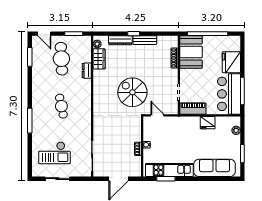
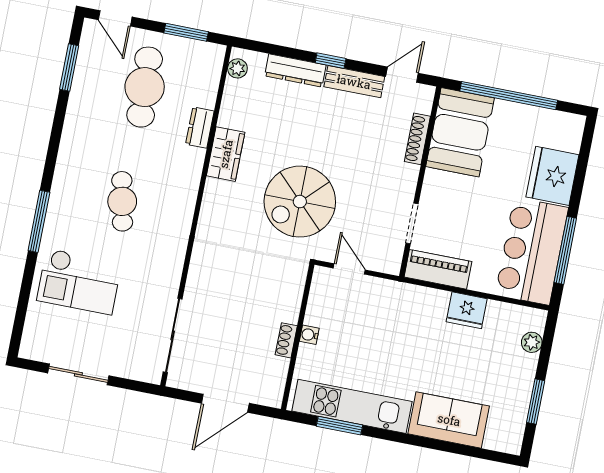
door: (163, 34) -> (402, 75), added
wardrobe: (99, 59) -> (226, 154), moved
spiral stairs: (132, 92) -> (300, 202), turned -90
checkout: (54, 153) -> (79, 281), moved
sofa: (214, 168) -> (449, 420), width x0.73

